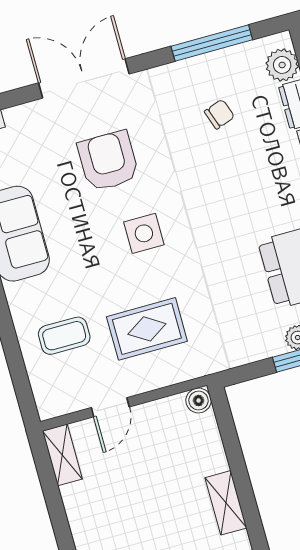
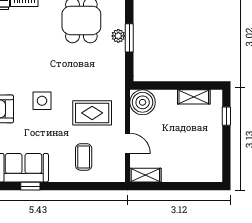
rug: (147, 329) -> (92, 113), turned 90
boiler: (199, 401) -> (143, 102), width x1.86, depth x1.86

